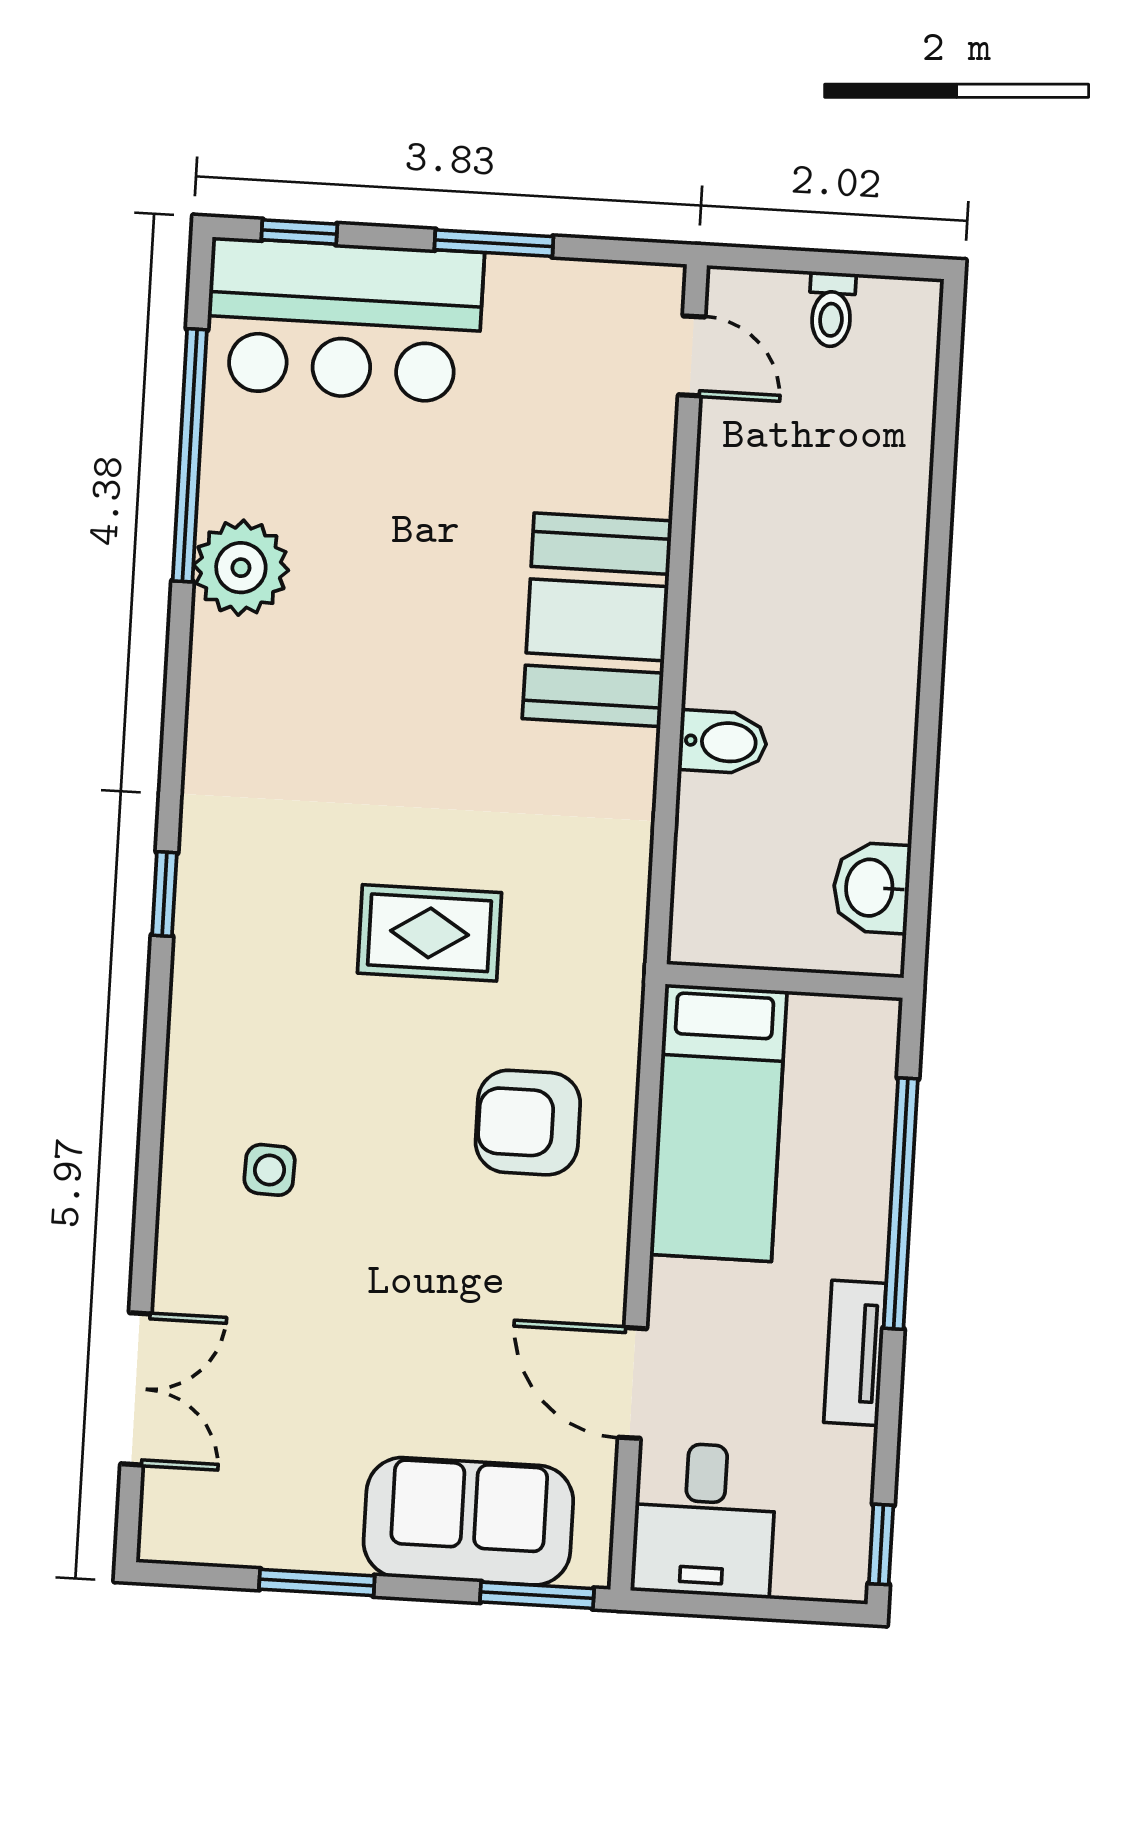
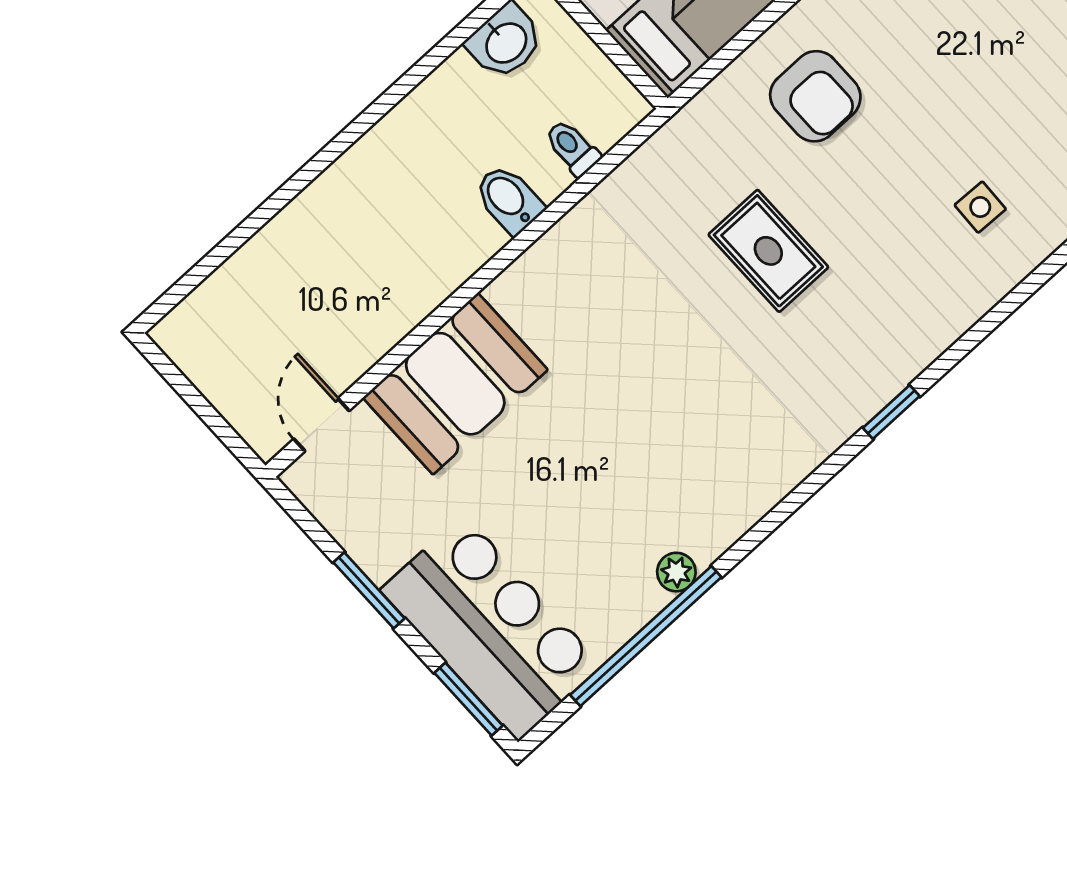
window: (299, 232) -> (468, 699), width x1.50
toilet: (832, 309) -> (572, 148), moved, turned -90
plant: (241, 568) -> (676, 572), width x0.53, depth x0.53
booth: (597, 620) -> (455, 384), moved

